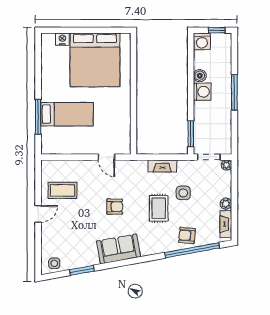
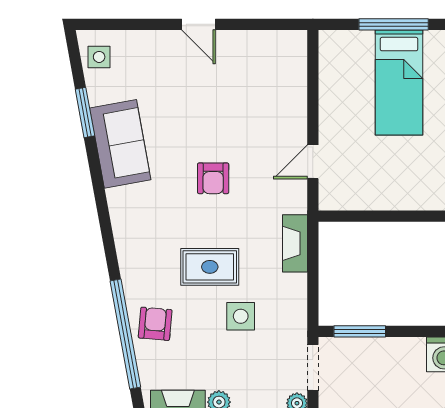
fireplace: (162, 166) -> (295, 243), moved
coffee table: (62, 190) -> (246, 73), removed
sofa: (119, 249) -> (120, 144), moved

